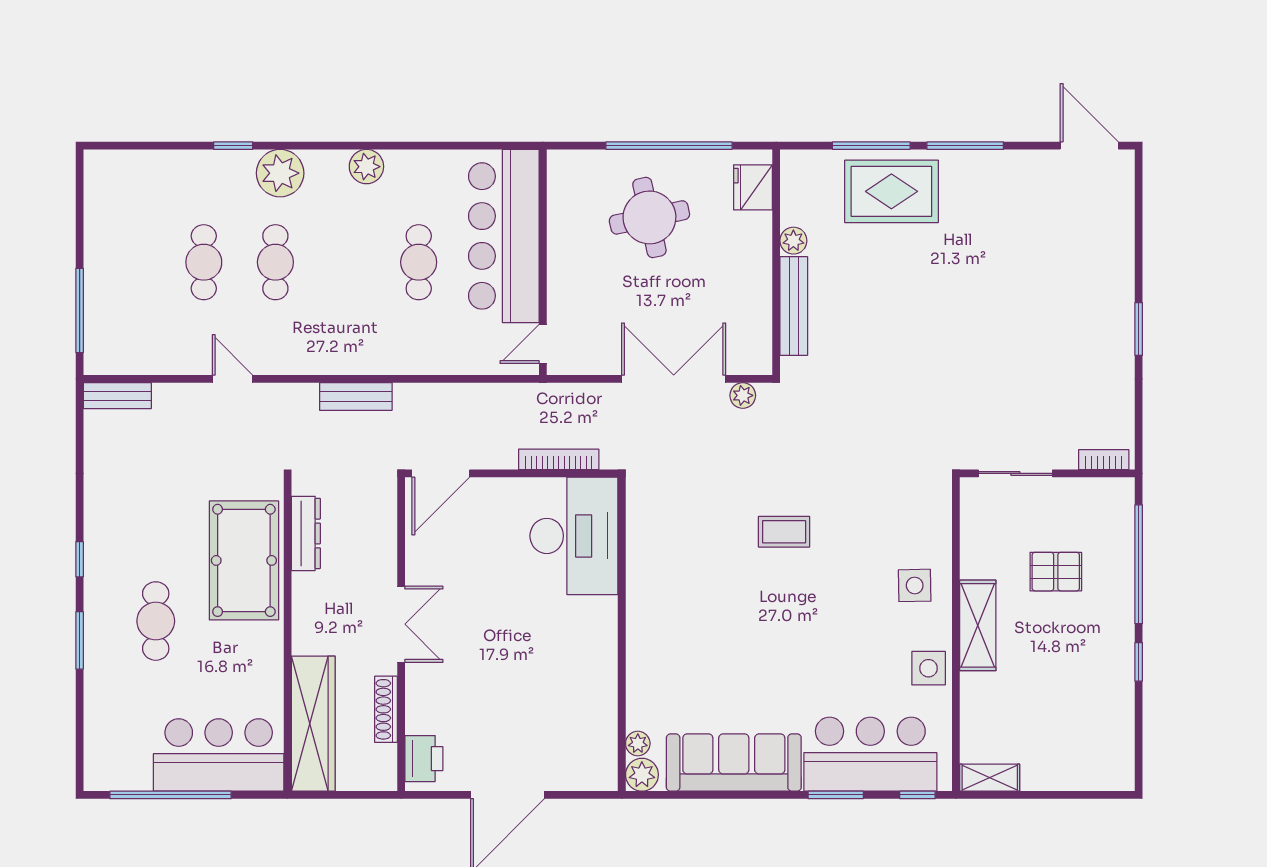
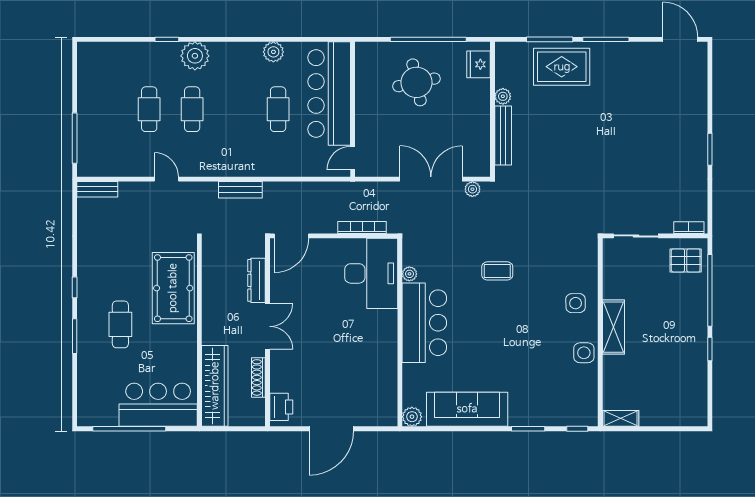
plant: (366, 167) -> (273, 52), moved
dresser: (306, 533) -> (257, 280), moved, turned 180
pallet: (1056, 572) -> (686, 260), moved
plant: (638, 743) -> (409, 274), moved
bar counter: (870, 754) -> (424, 323), moved, turned 90

